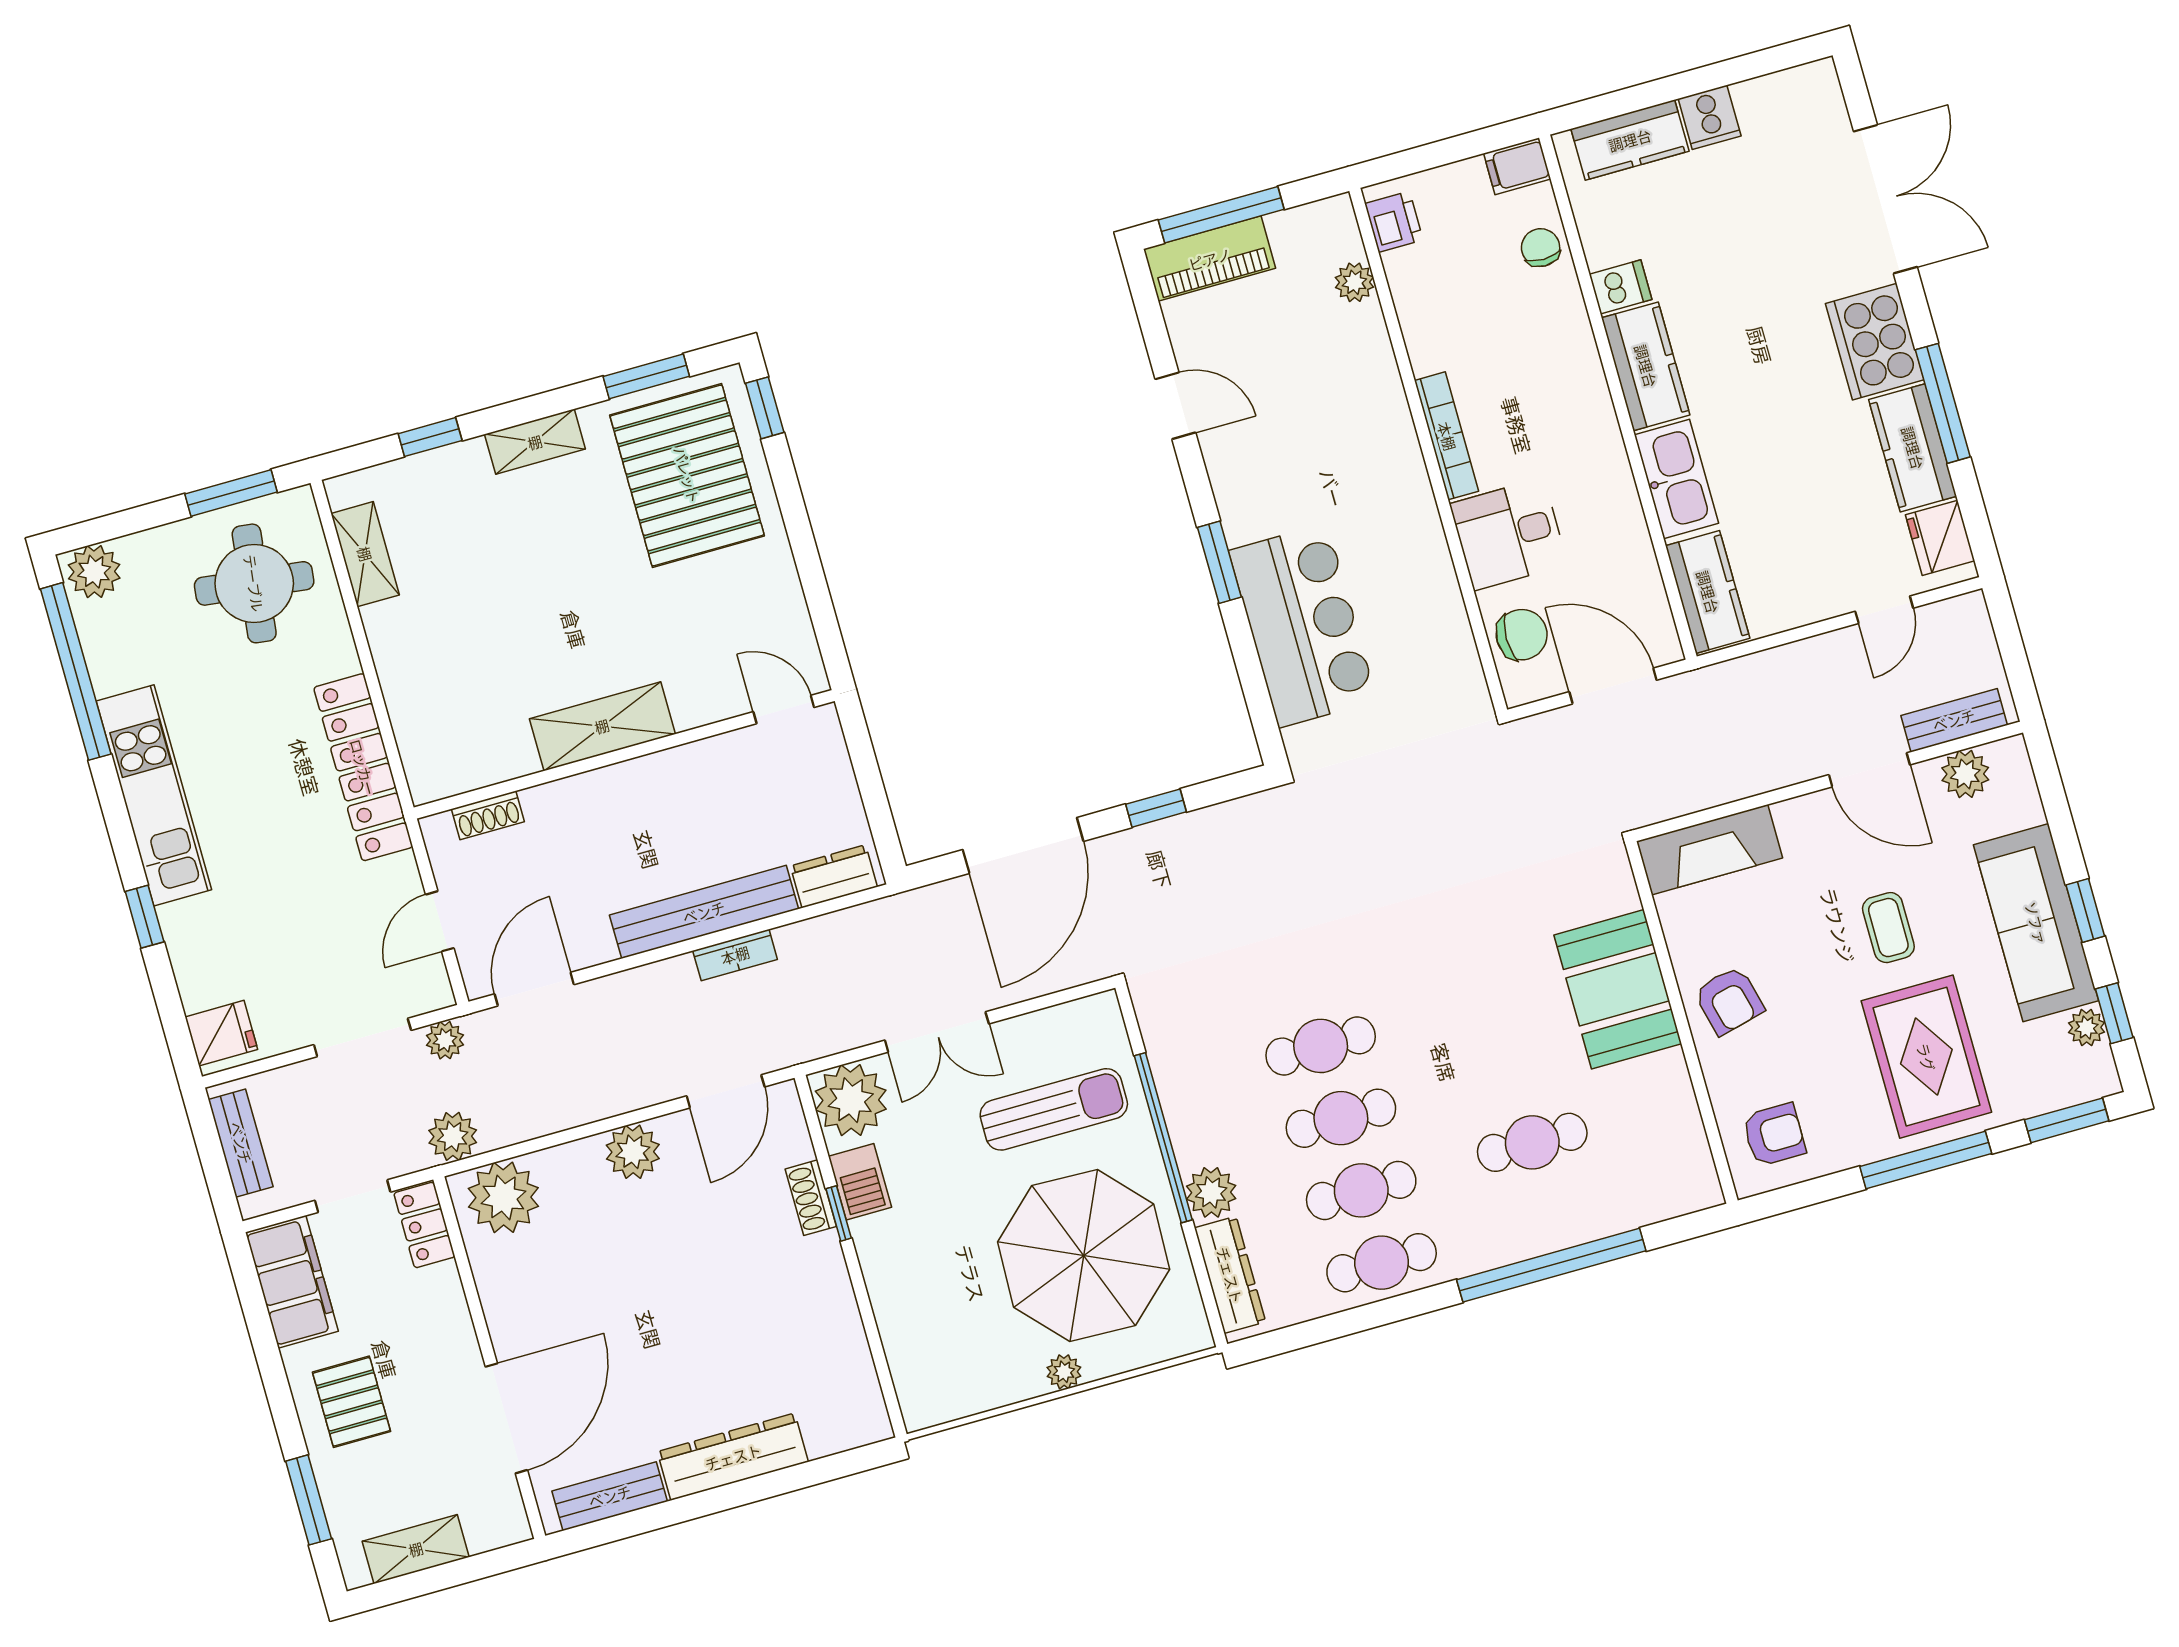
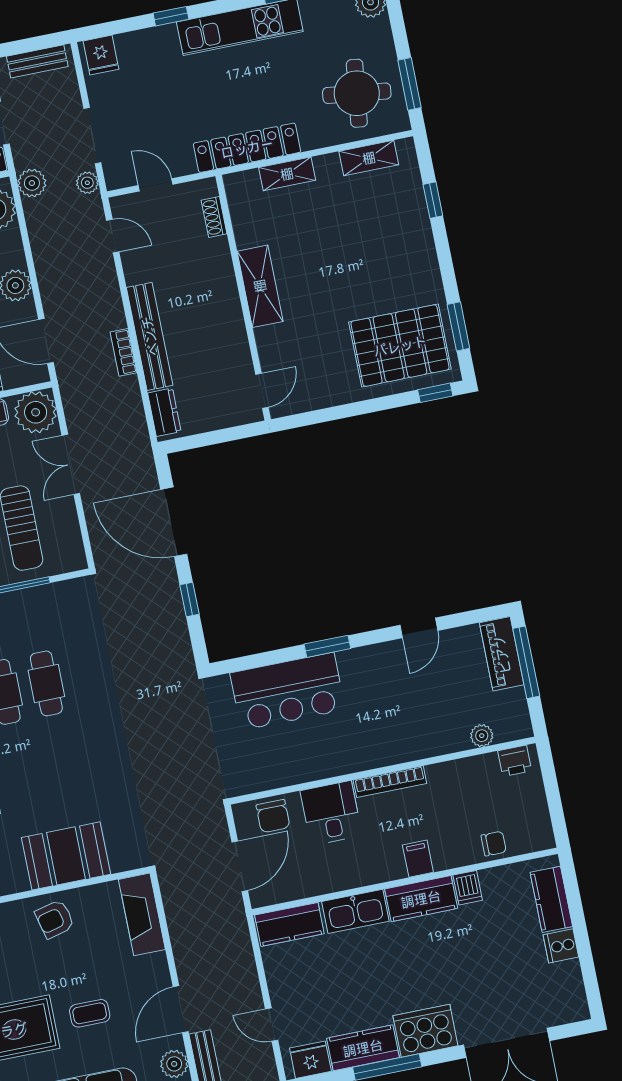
filing cabinet: (1517, 166) -> (418, 859), moved
shelving: (535, 442) -> (287, 174), moved, turned 90
door: (534, 989) -> (113, 236), width x0.73

